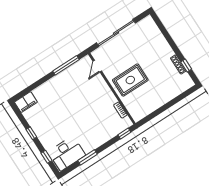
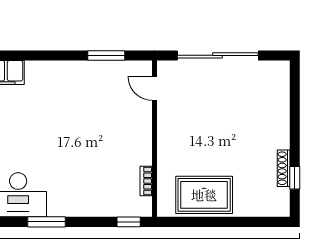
window: (66, 65) -> (106, 55), width x0.69
door: (97, 66) -> (155, 88), hinge flipped
rug: (130, 80) -> (204, 195), moved

